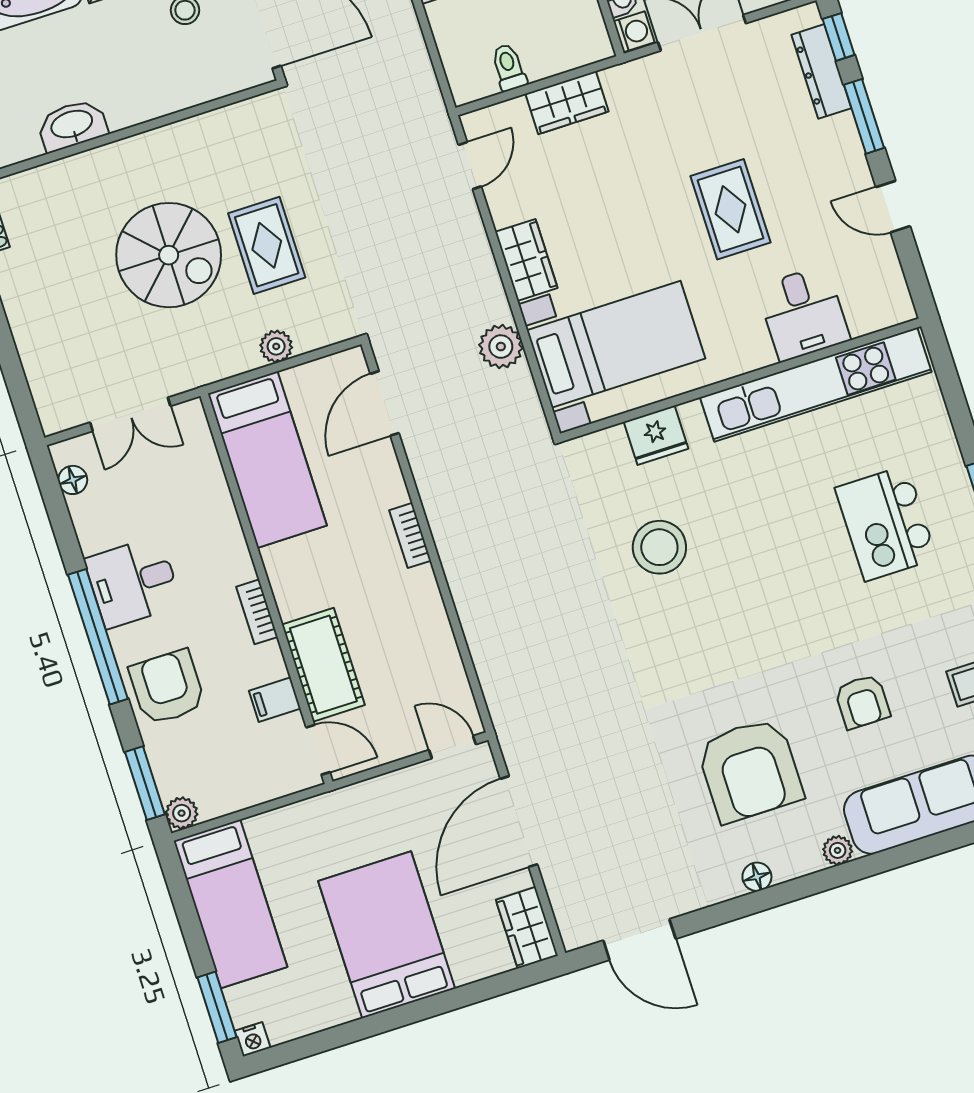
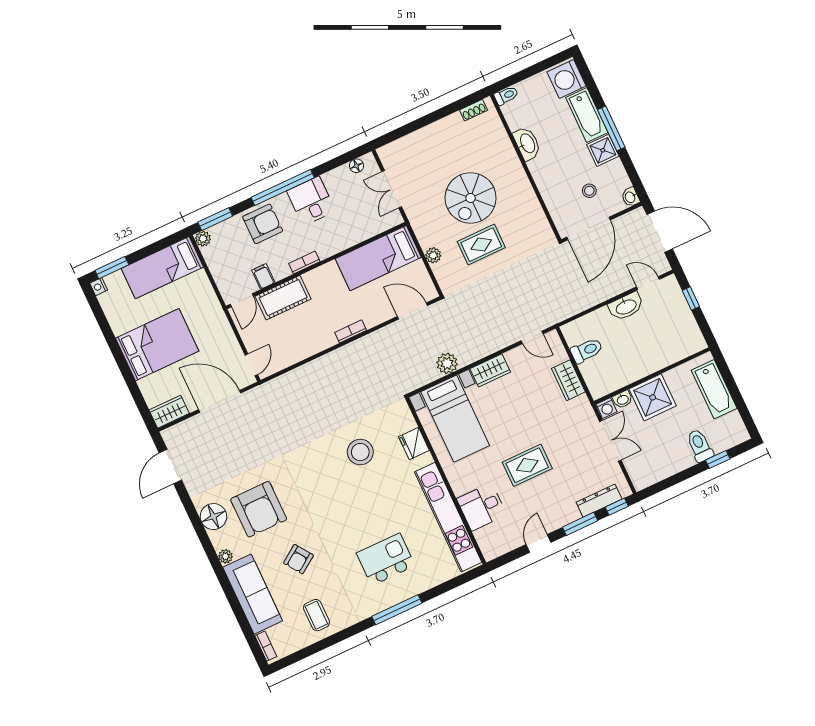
toilet: (509, 67) -> (587, 350), width x1.37, depth x1.39
armchair: (862, 702) -> (299, 559), turned -35
armchair: (750, 770) -> (259, 509), turned -90
floor lamp: (757, 877) -> (213, 517), width x1.89, depth x1.89

